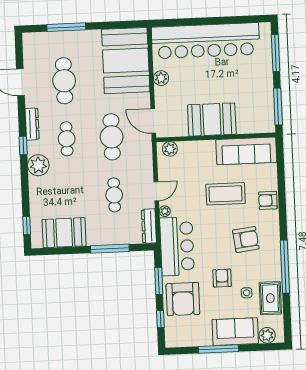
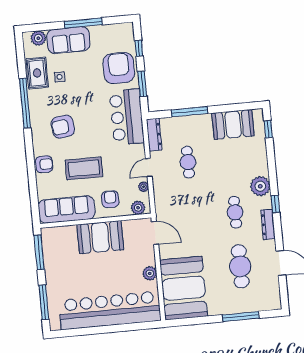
cafe table: (112, 137) -> (193, 216), removed
plant: (165, 211) -> (143, 187), moved
armchair: (222, 278) -> (110, 199), moved, turned 180

